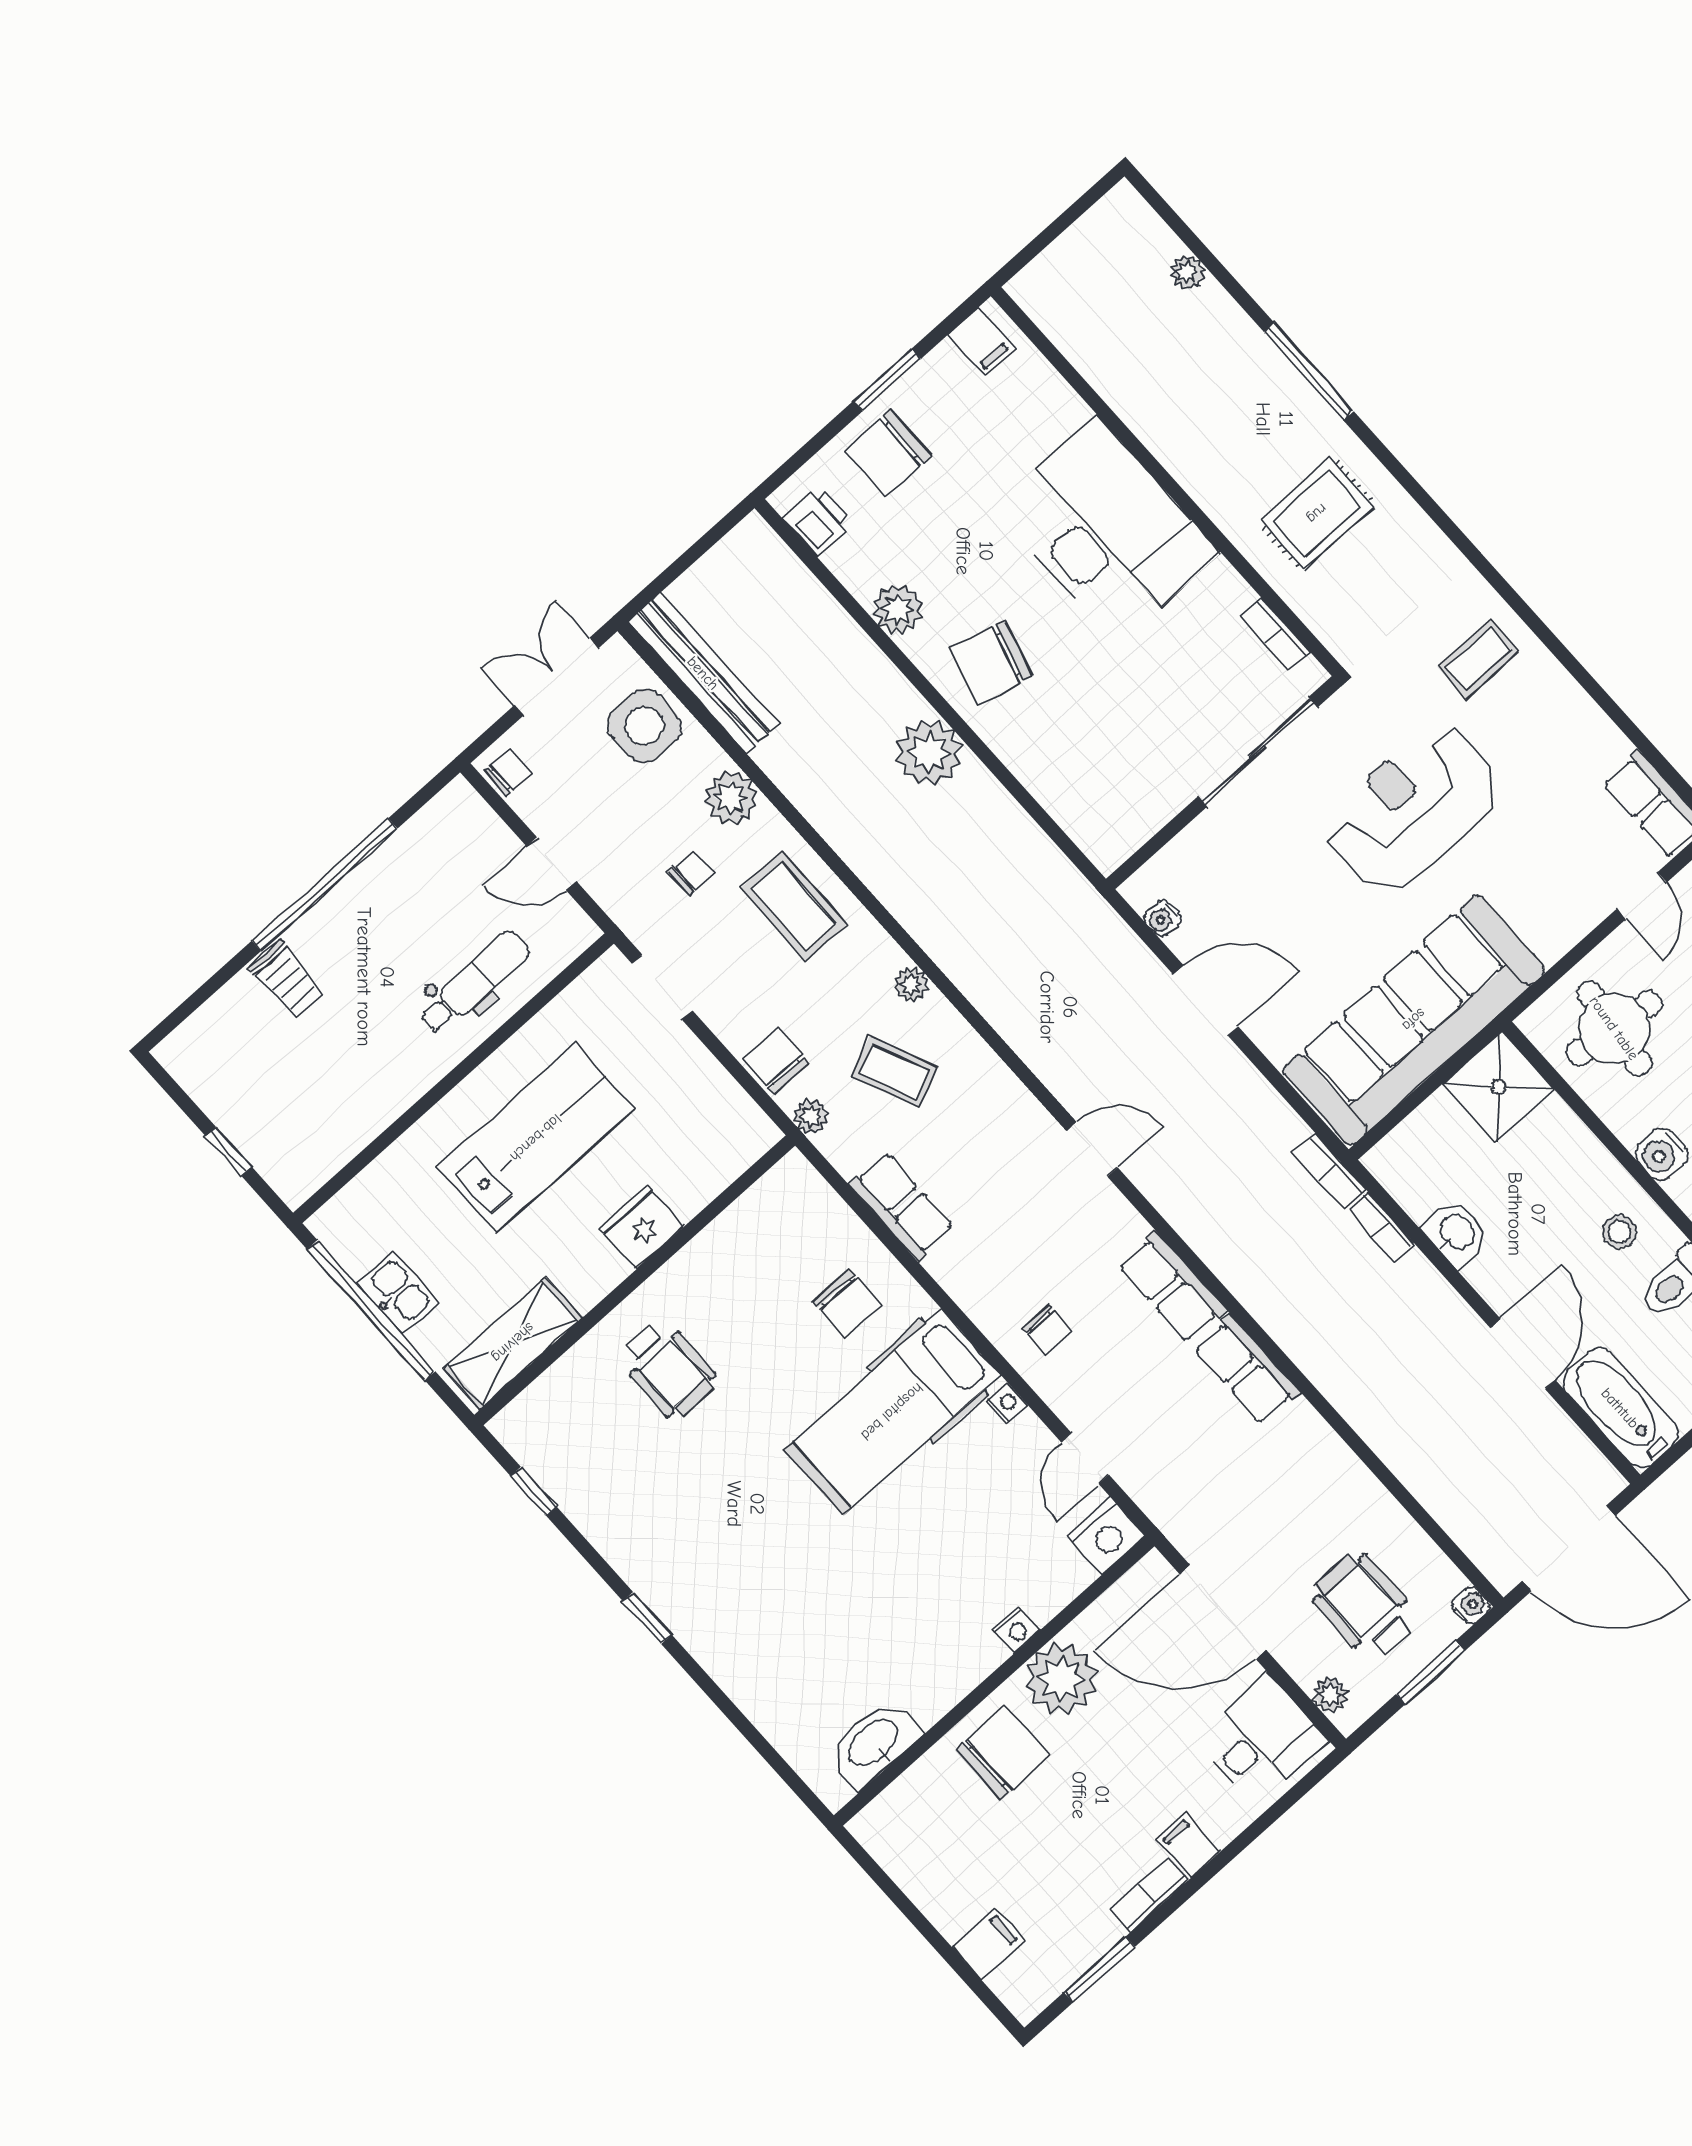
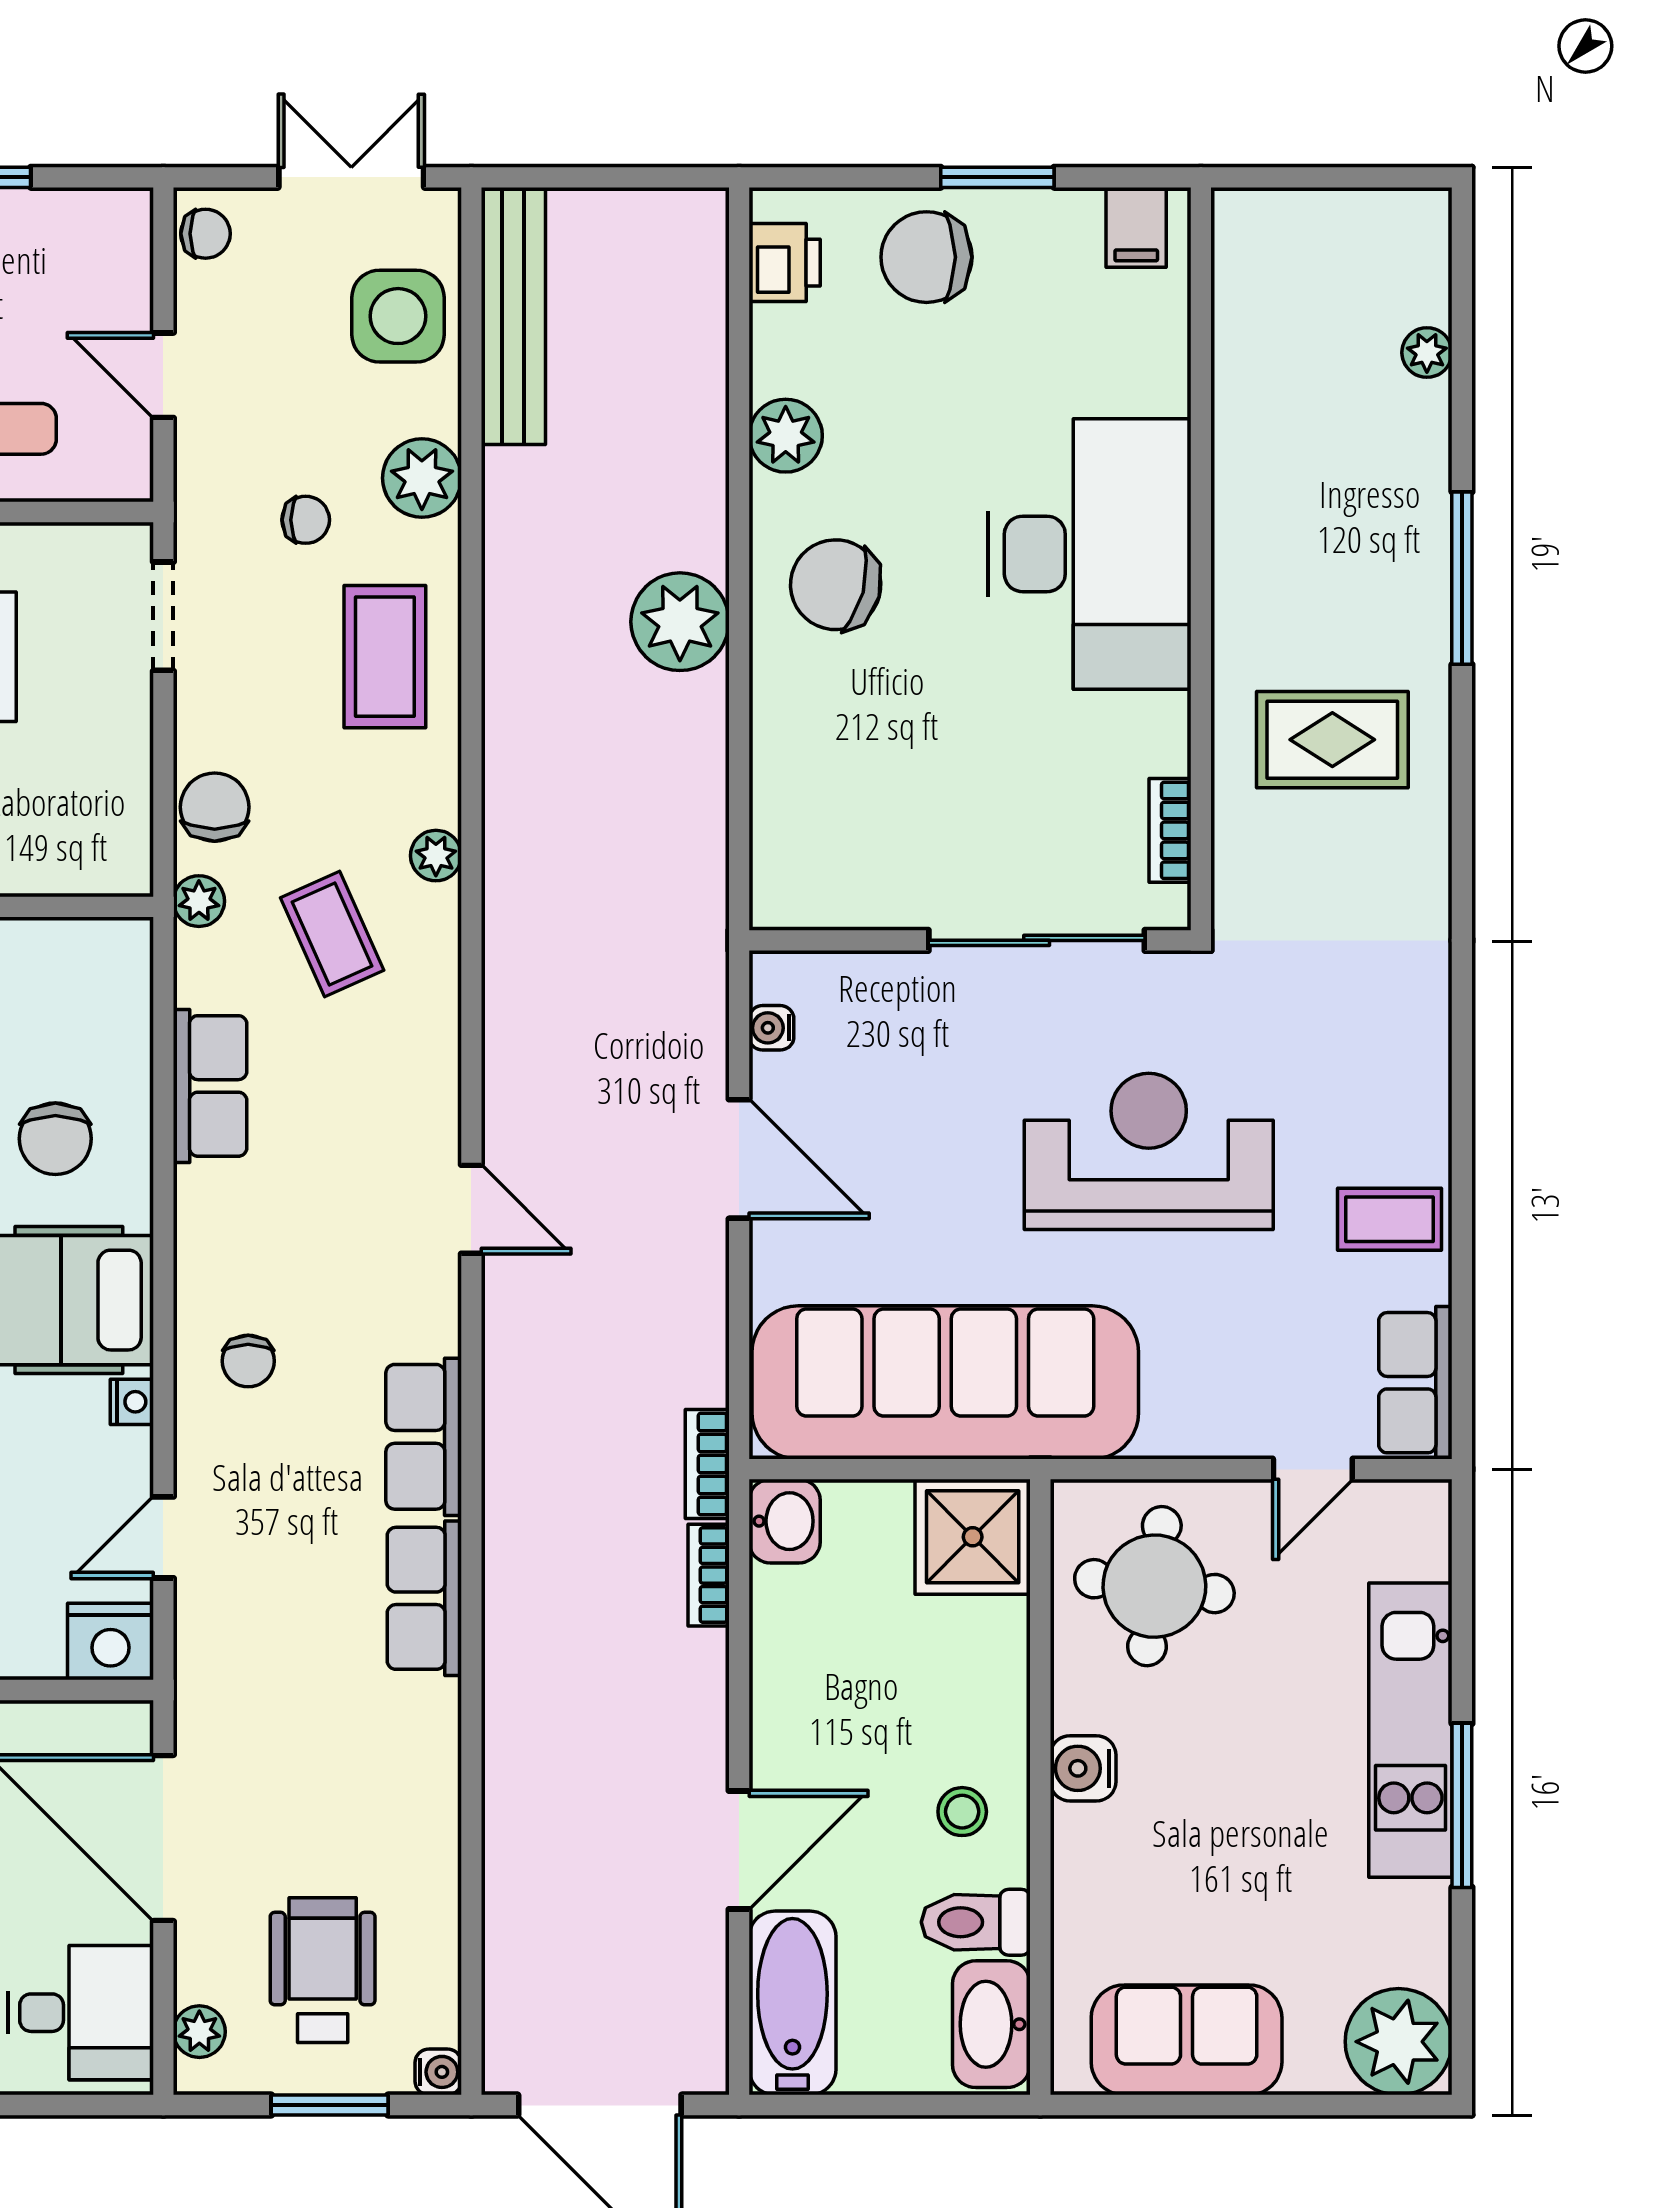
coffee table: (1478, 659) -> (1390, 1219), moved
washbasin: (1457, 1233) -> (785, 1521), moved

